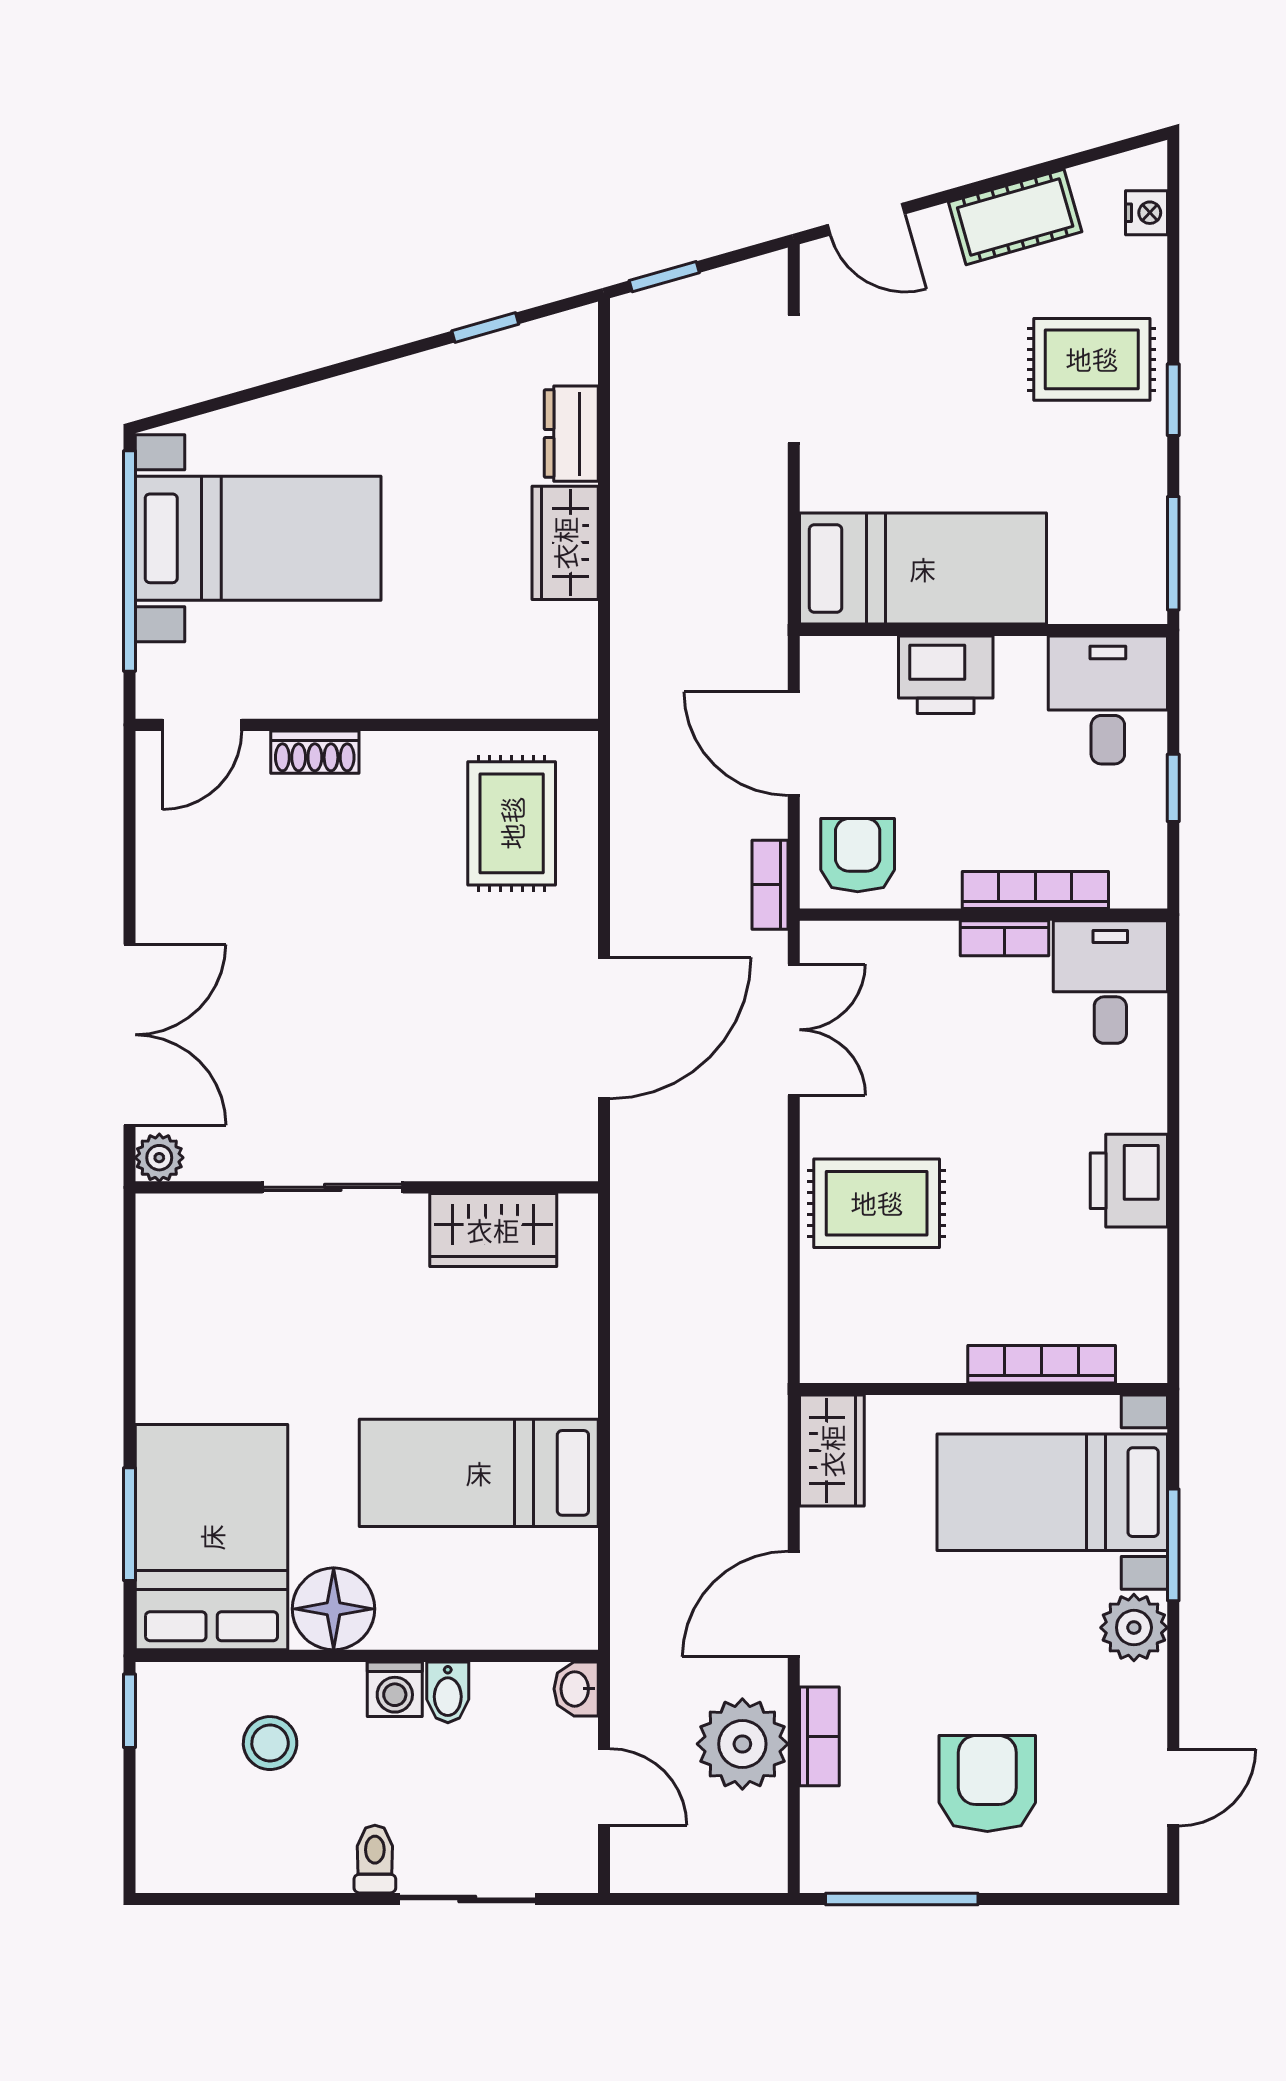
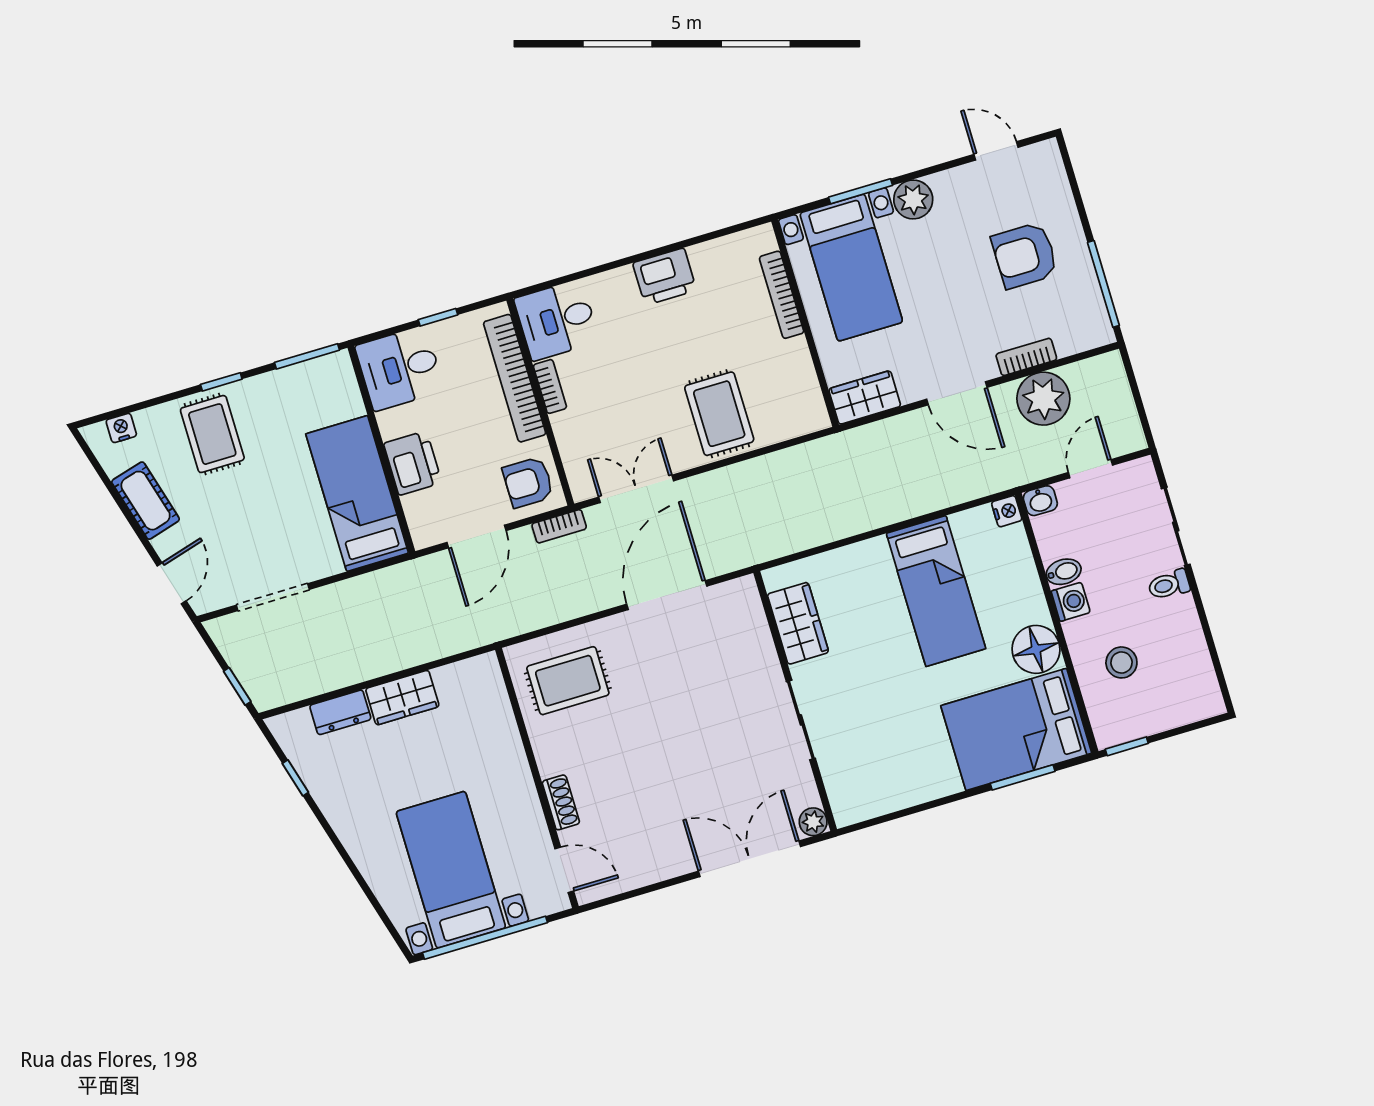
bookcase: (1035, 890) -> (515, 378), width x1.48, depth x1.31
door: (604, 1028) -> (667, 595), hinge flipped
nightstand: (575, 1628) -> (1007, 511), added

